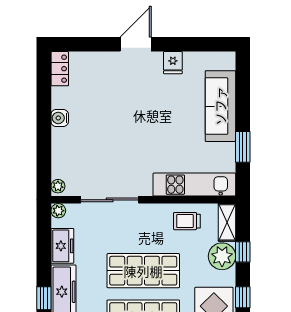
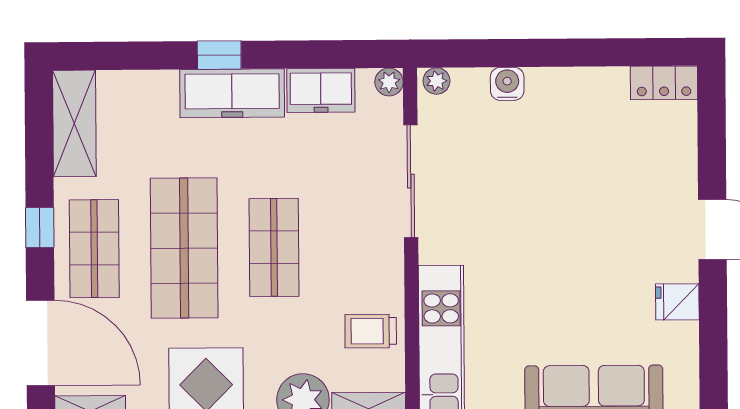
water cooler: (60, 118) -> (507, 84), moved
trolley: (187, 221) -> (371, 331), turned -90
shop shelf: (143, 271) -> (274, 247), width x0.70, depth x0.74

